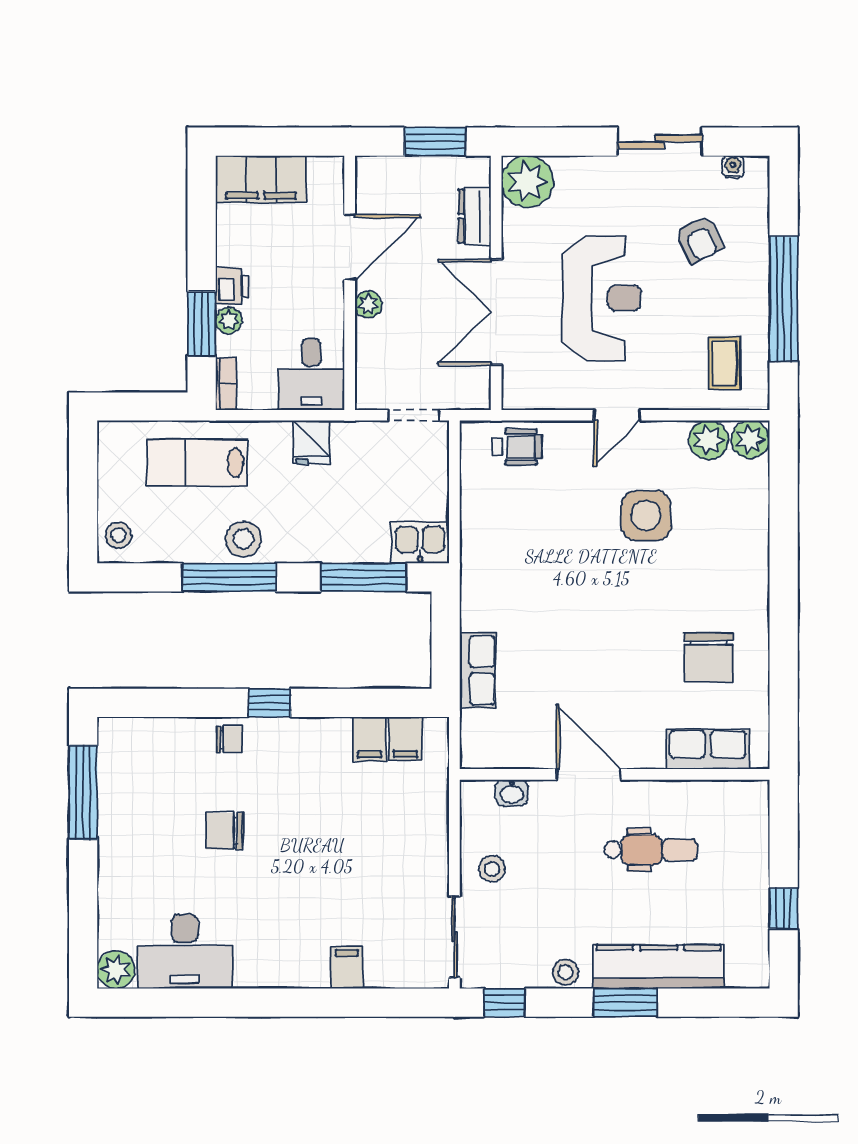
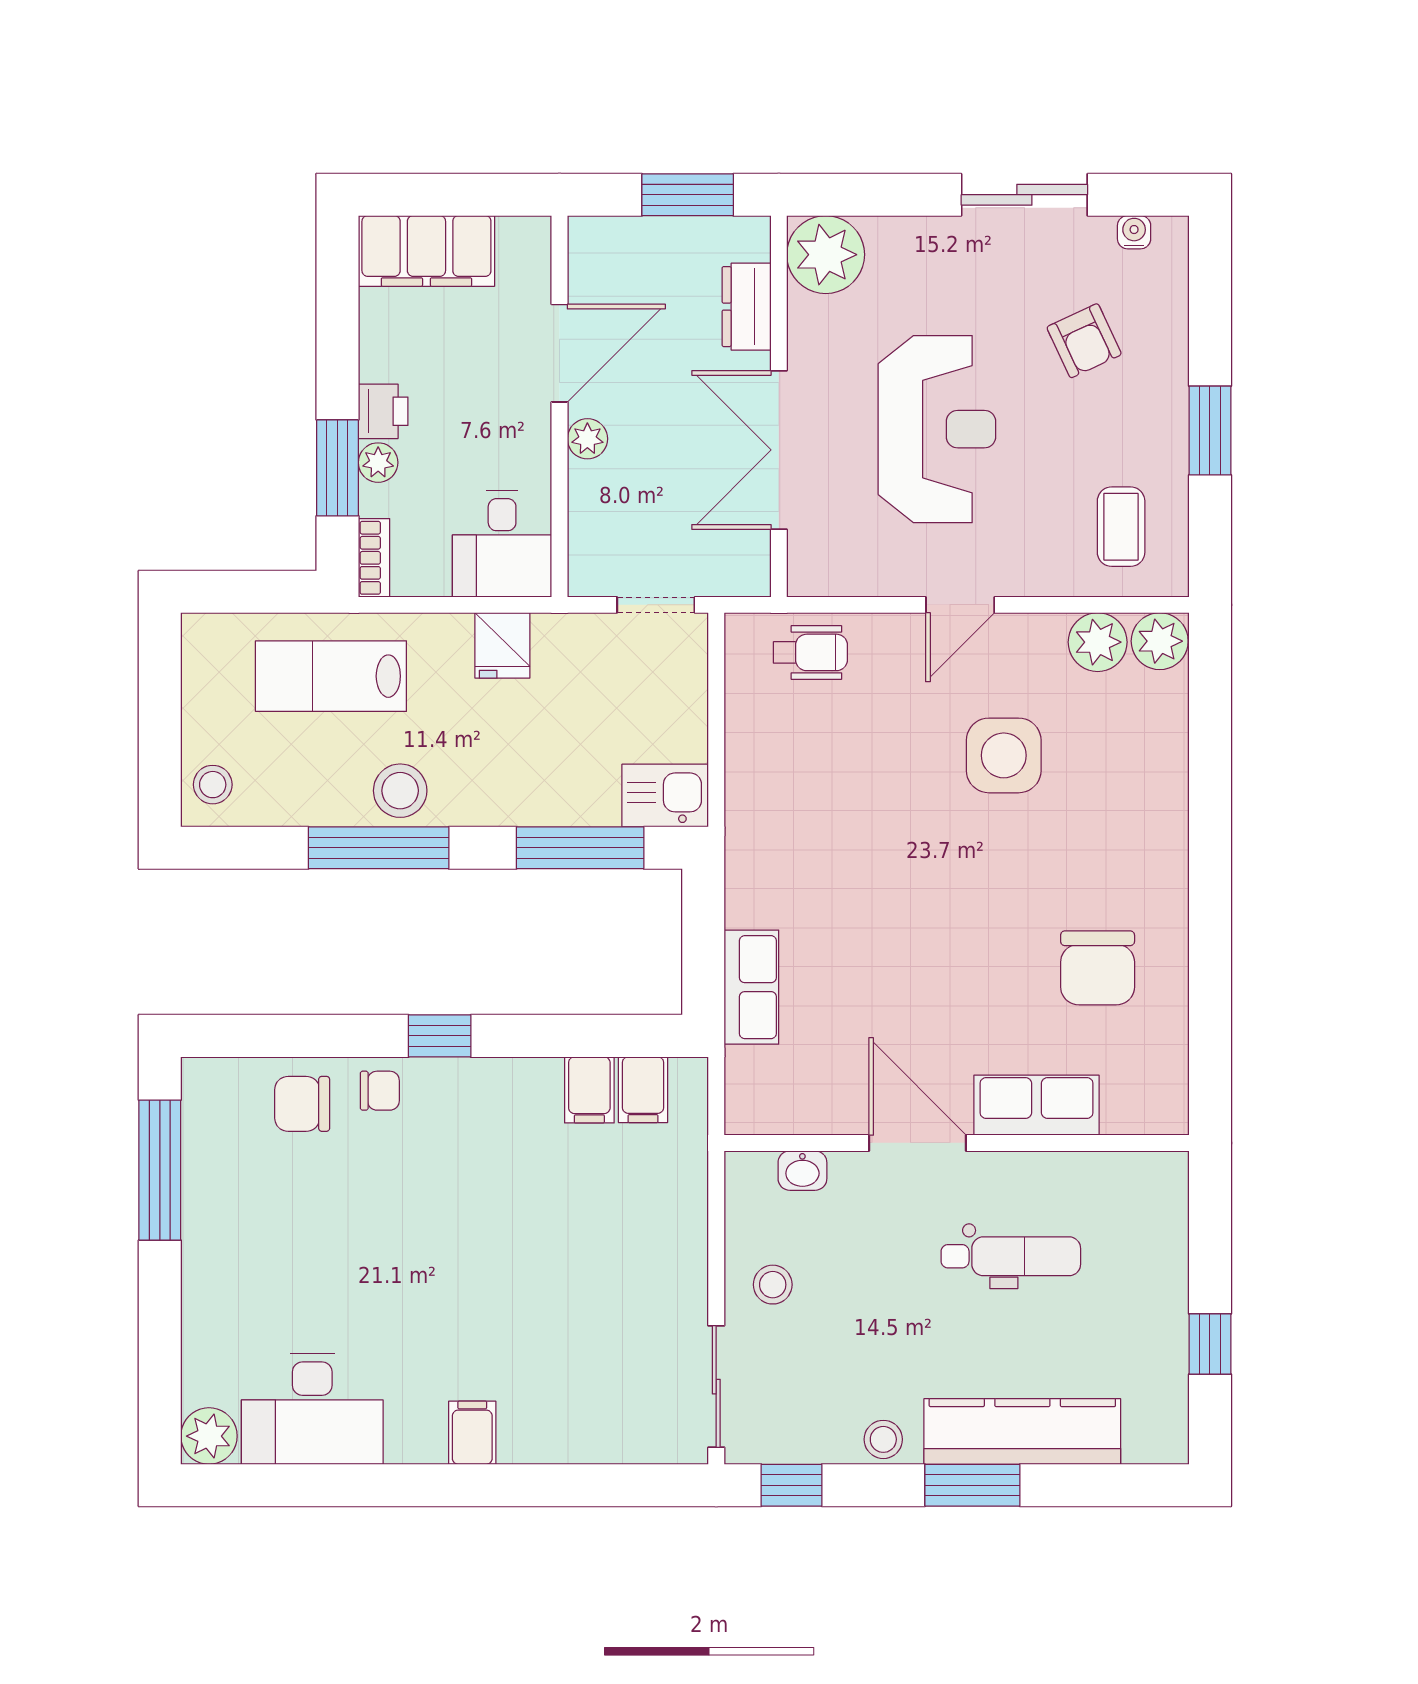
window: (784, 299) -> (1210, 430), width x0.47
row of seats: (708, 749) -> (1037, 1105), moved
chair: (224, 831) -> (302, 1104), moved
filing cabinet: (347, 968) -> (472, 1433), moved

